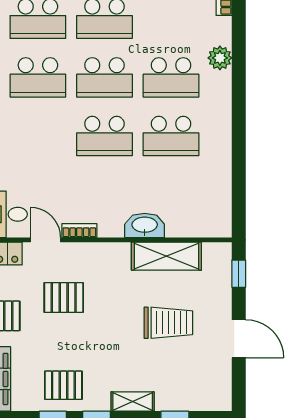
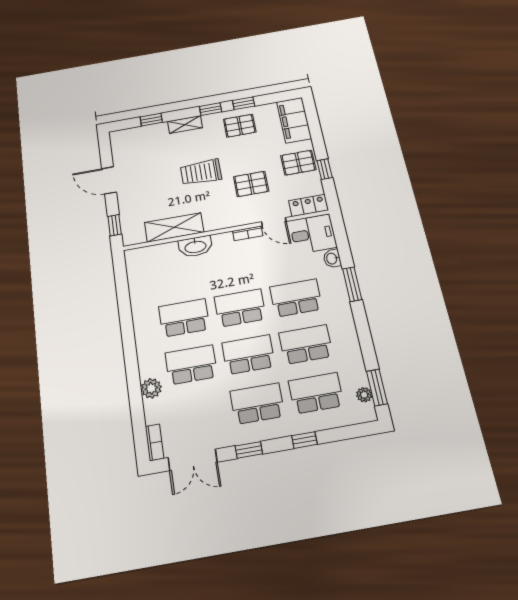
school desk: (38, 136) -> (296, 298), added
trolley: (168, 323) -> (201, 172), moved

